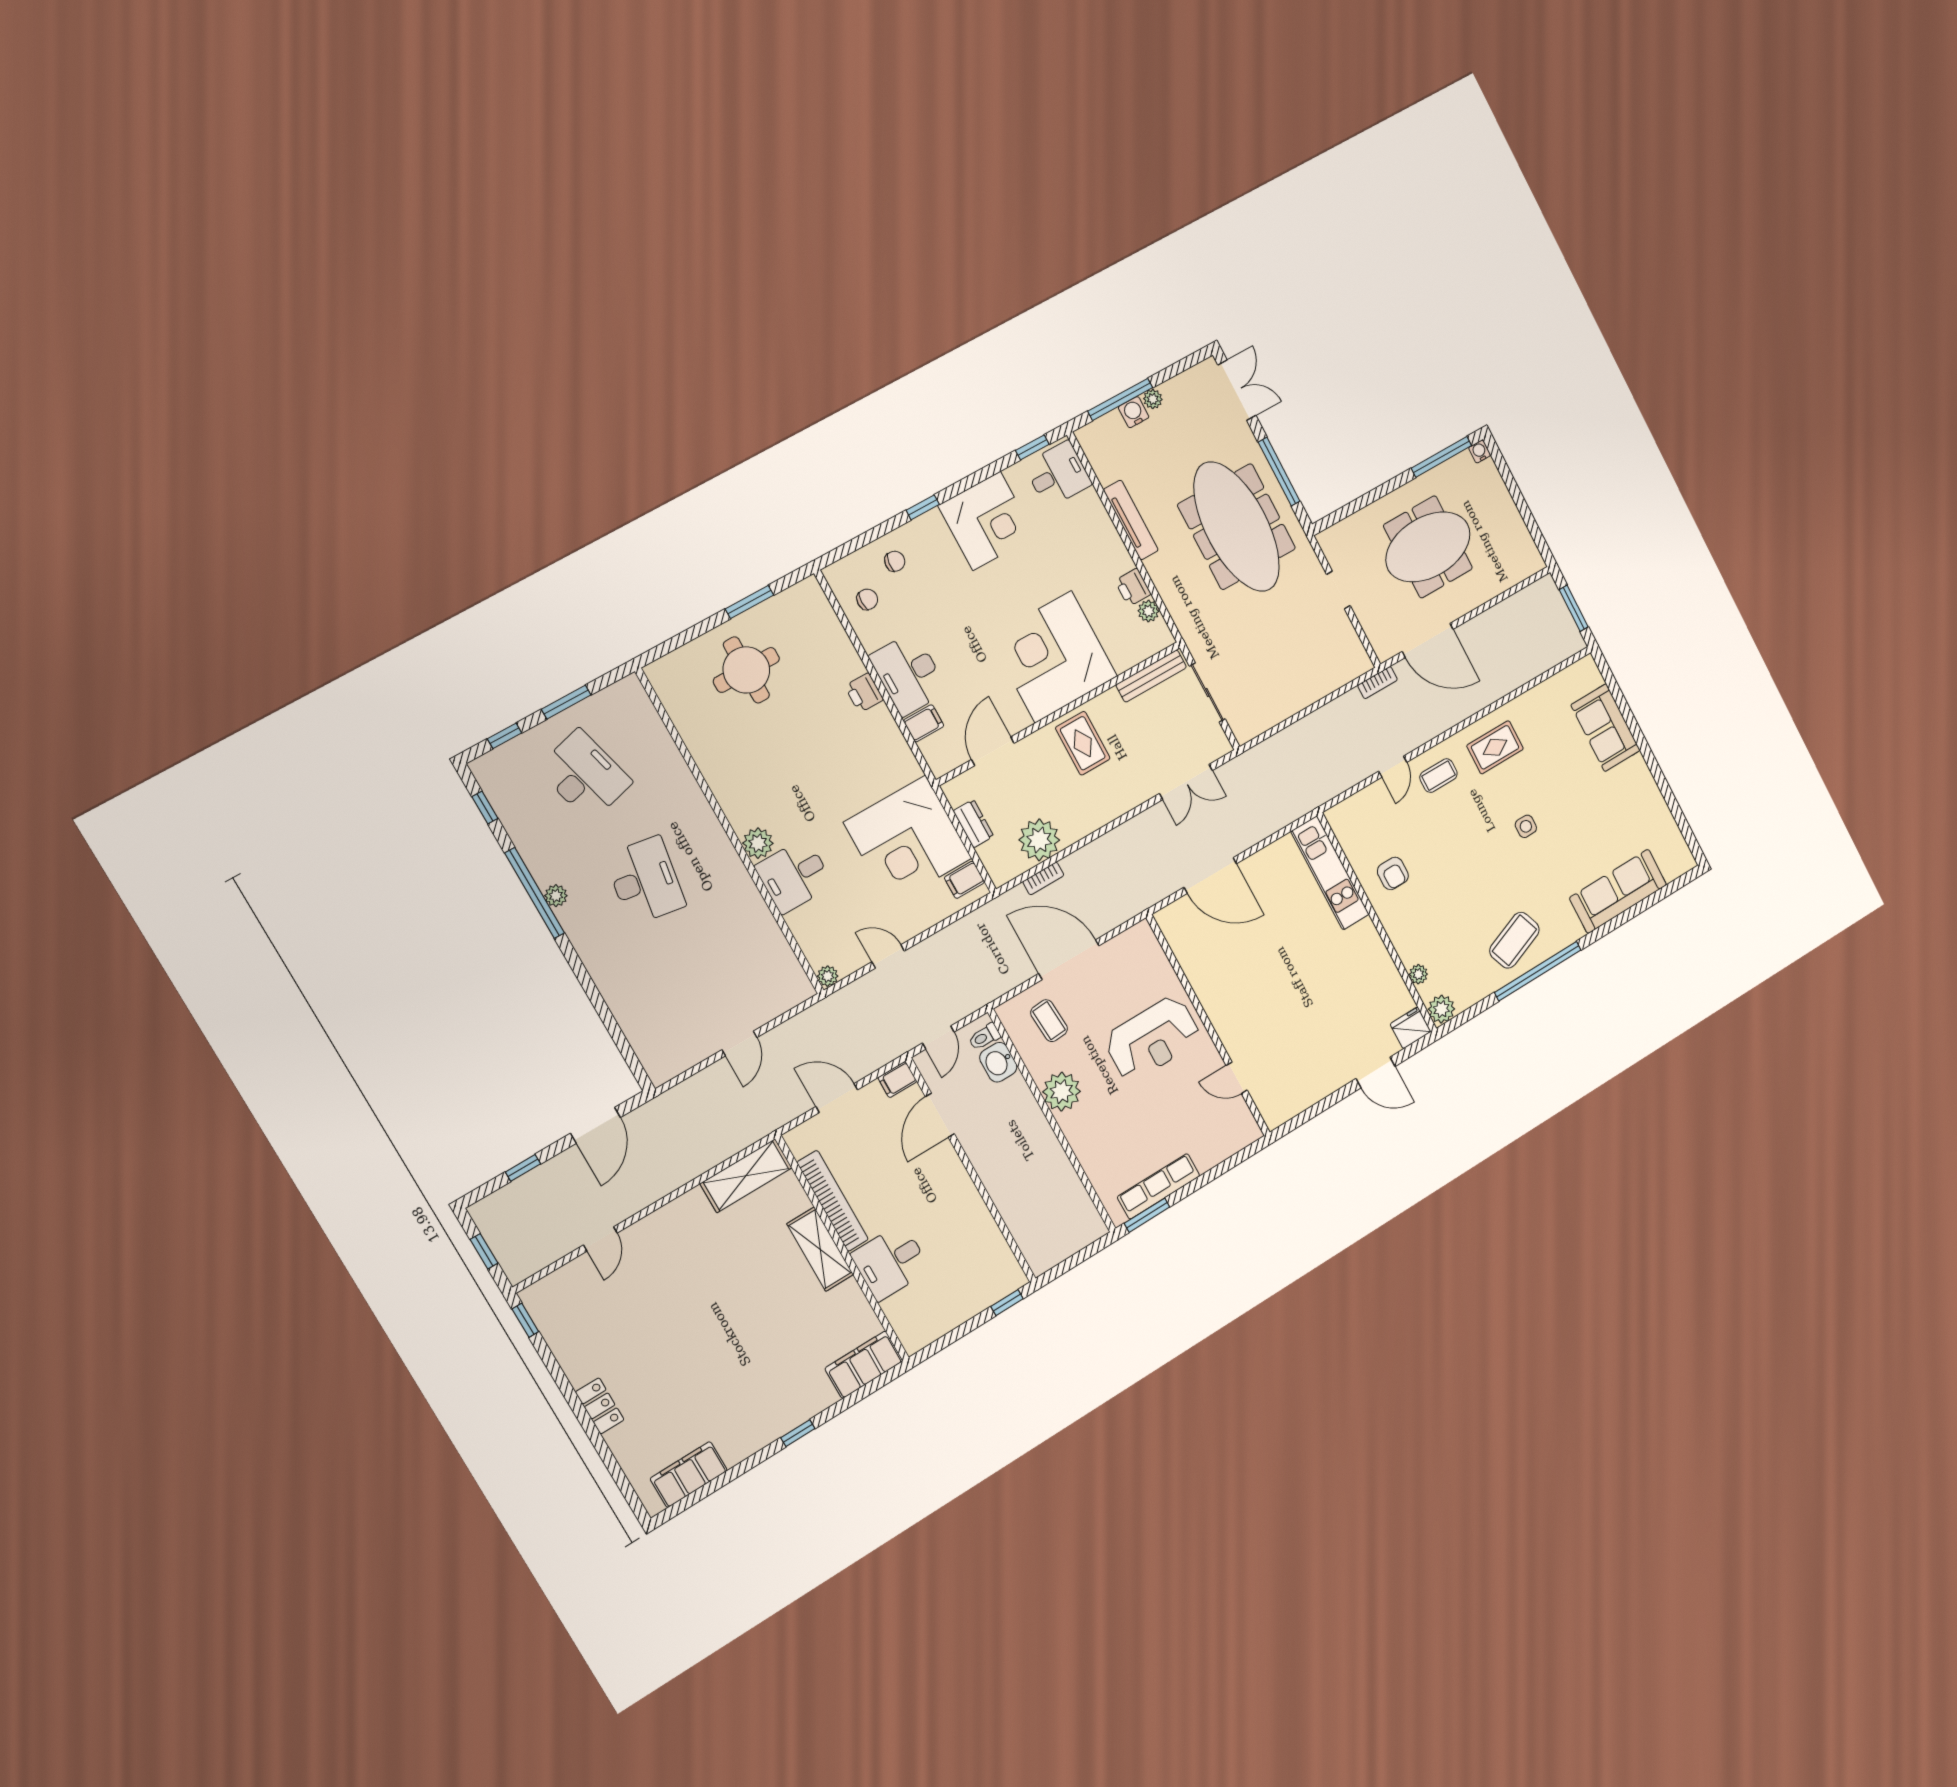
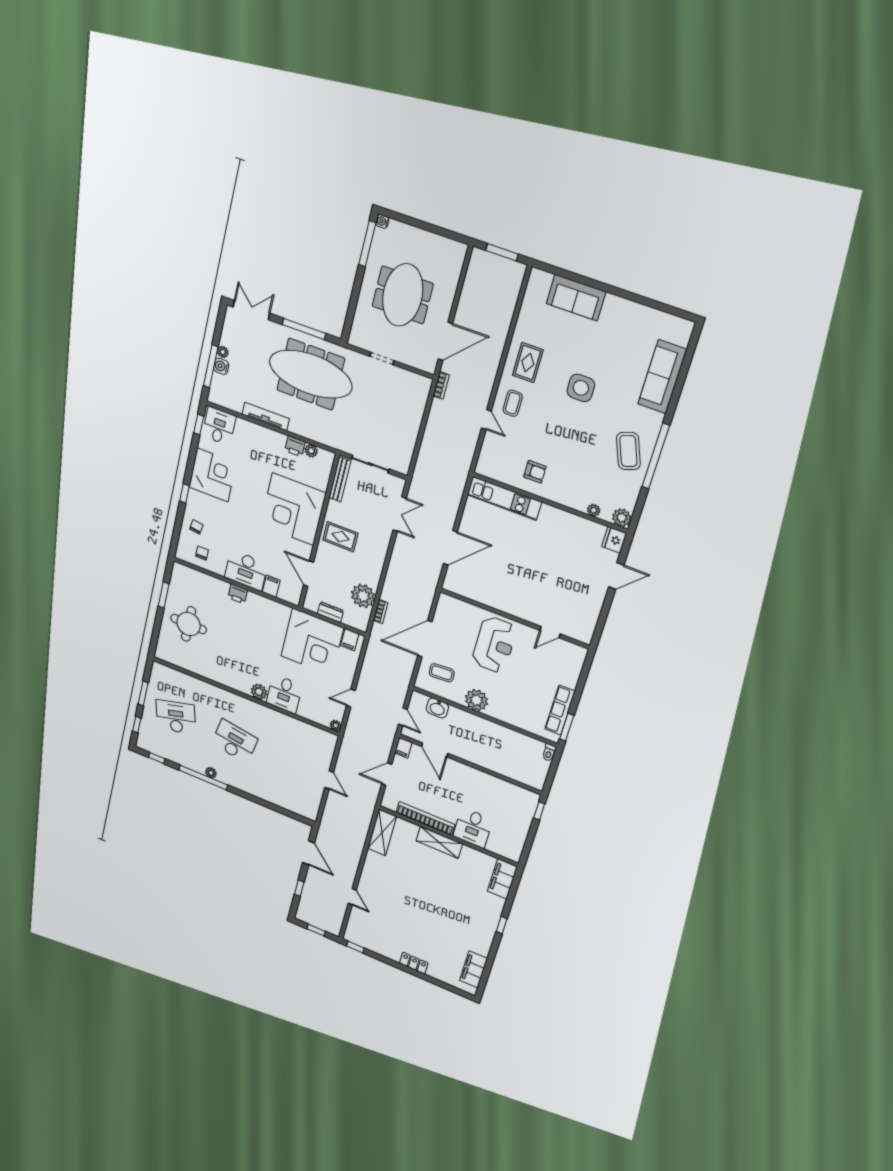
side table: (1526, 826) -> (581, 388), width x1.87, depth x1.87
toilet: (984, 1037) -> (549, 753), moved

